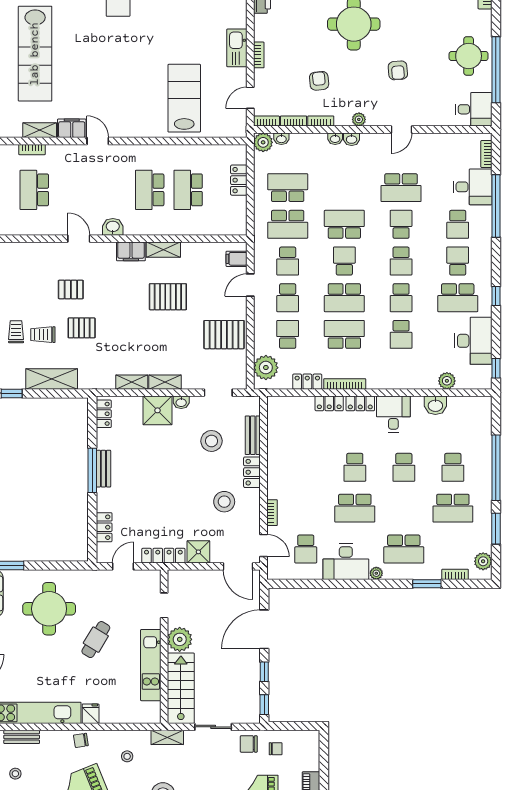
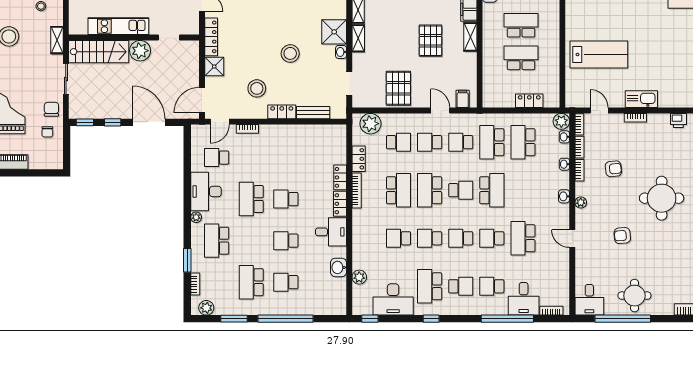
washbasin: (335, 139) -> (564, 164), moved
school desk: (288, 188) -> (523, 142), turned 180
school desk: (401, 224) -> (492, 238), turned 180
stool: (211, 441) -> (290, 53), moved

